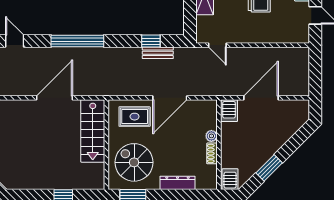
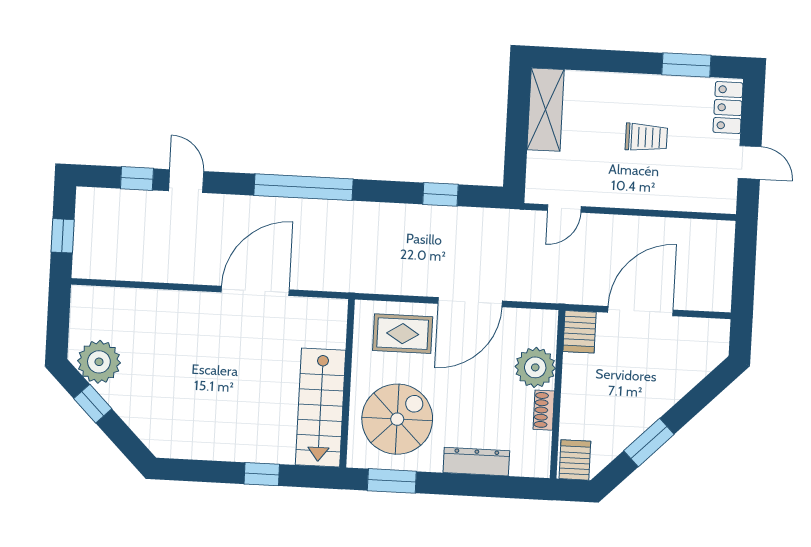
door: (217, 45) -> (564, 209), hinge flipped
bench: (158, 53) -> (452, 217), removed
stairs: (93, 131) -> (321, 408), moved
plant: (211, 136) -> (535, 367), width x1.88, depth x1.88
spiral stairs: (134, 162) -> (397, 419), turned 90

